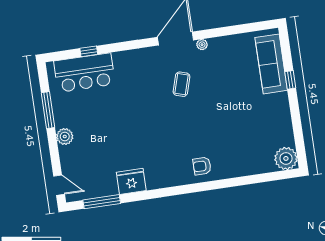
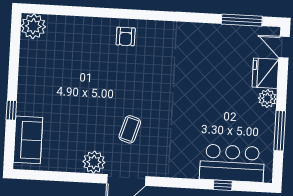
plant: (202, 45) -> (94, 162), width x1.87, depth x1.87
sofa: (271, 64) -> (28, 140), width x0.73
armchair: (202, 166) -> (126, 36), turned 90
fridge: (131, 181) -> (265, 73), moved, turned 90

